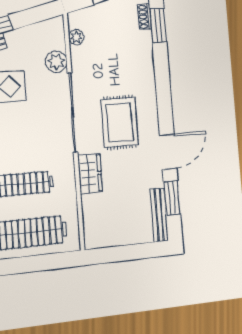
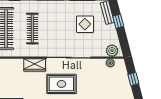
plant: (56, 62) -> (112, 51), moved

